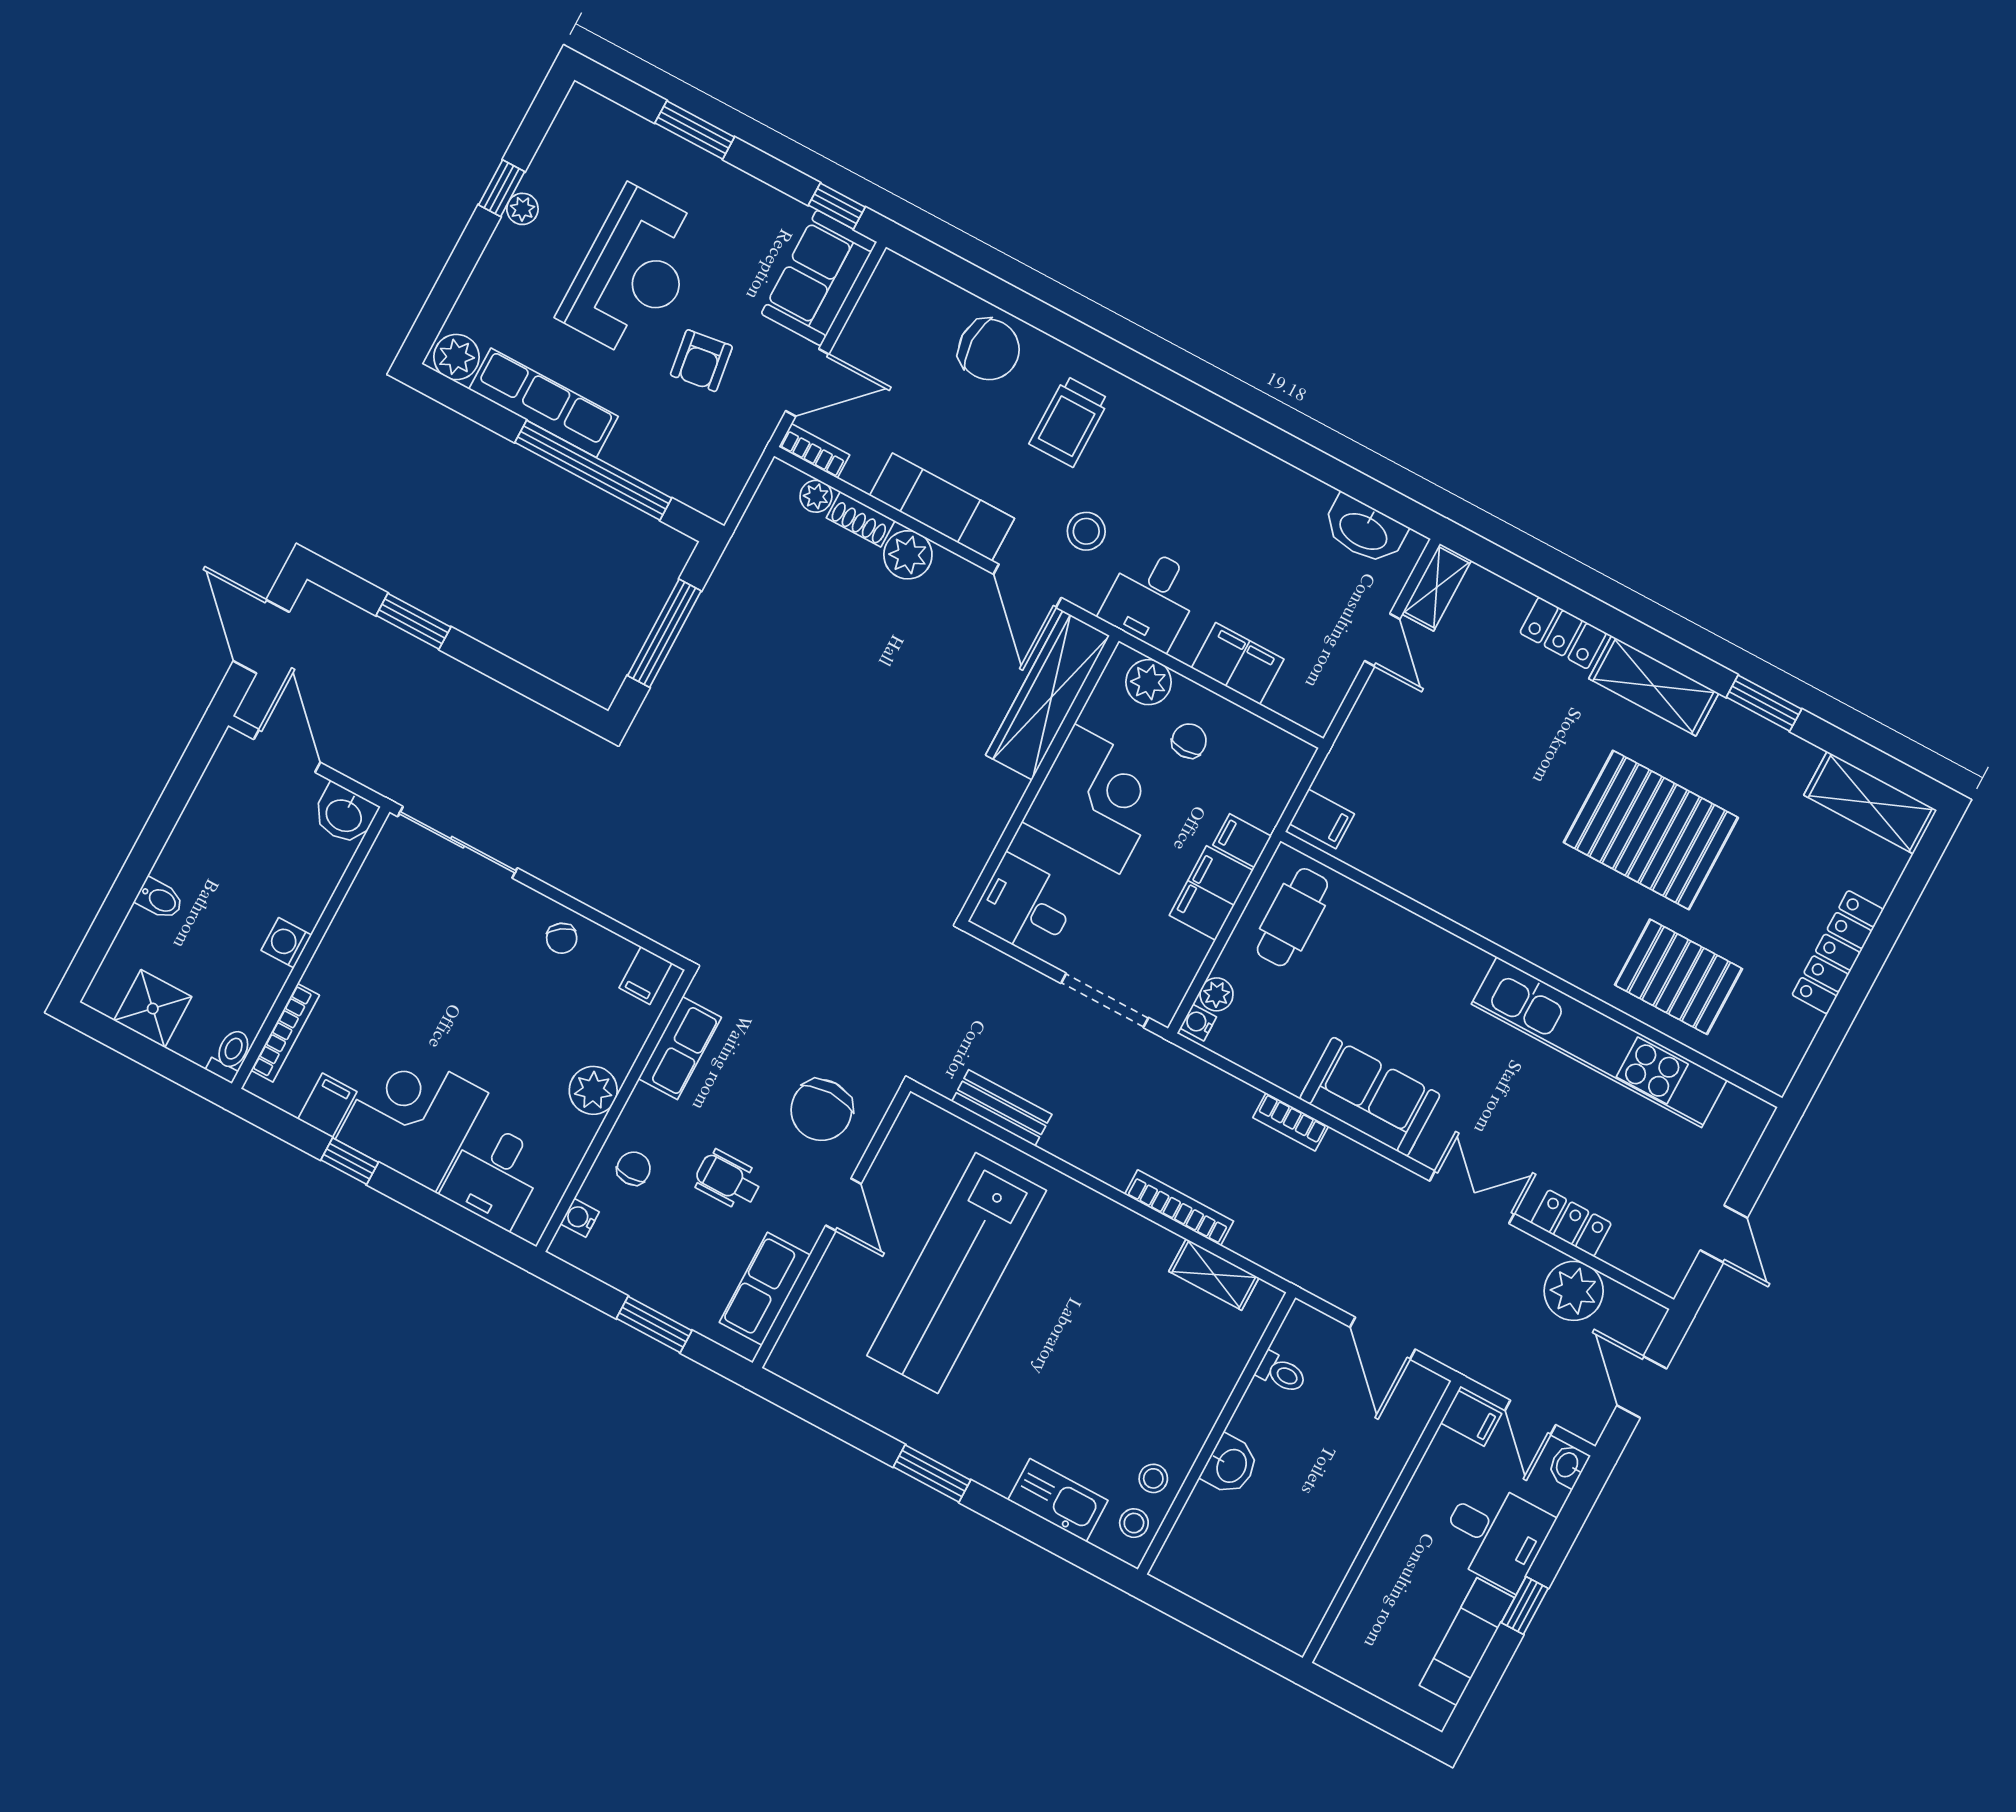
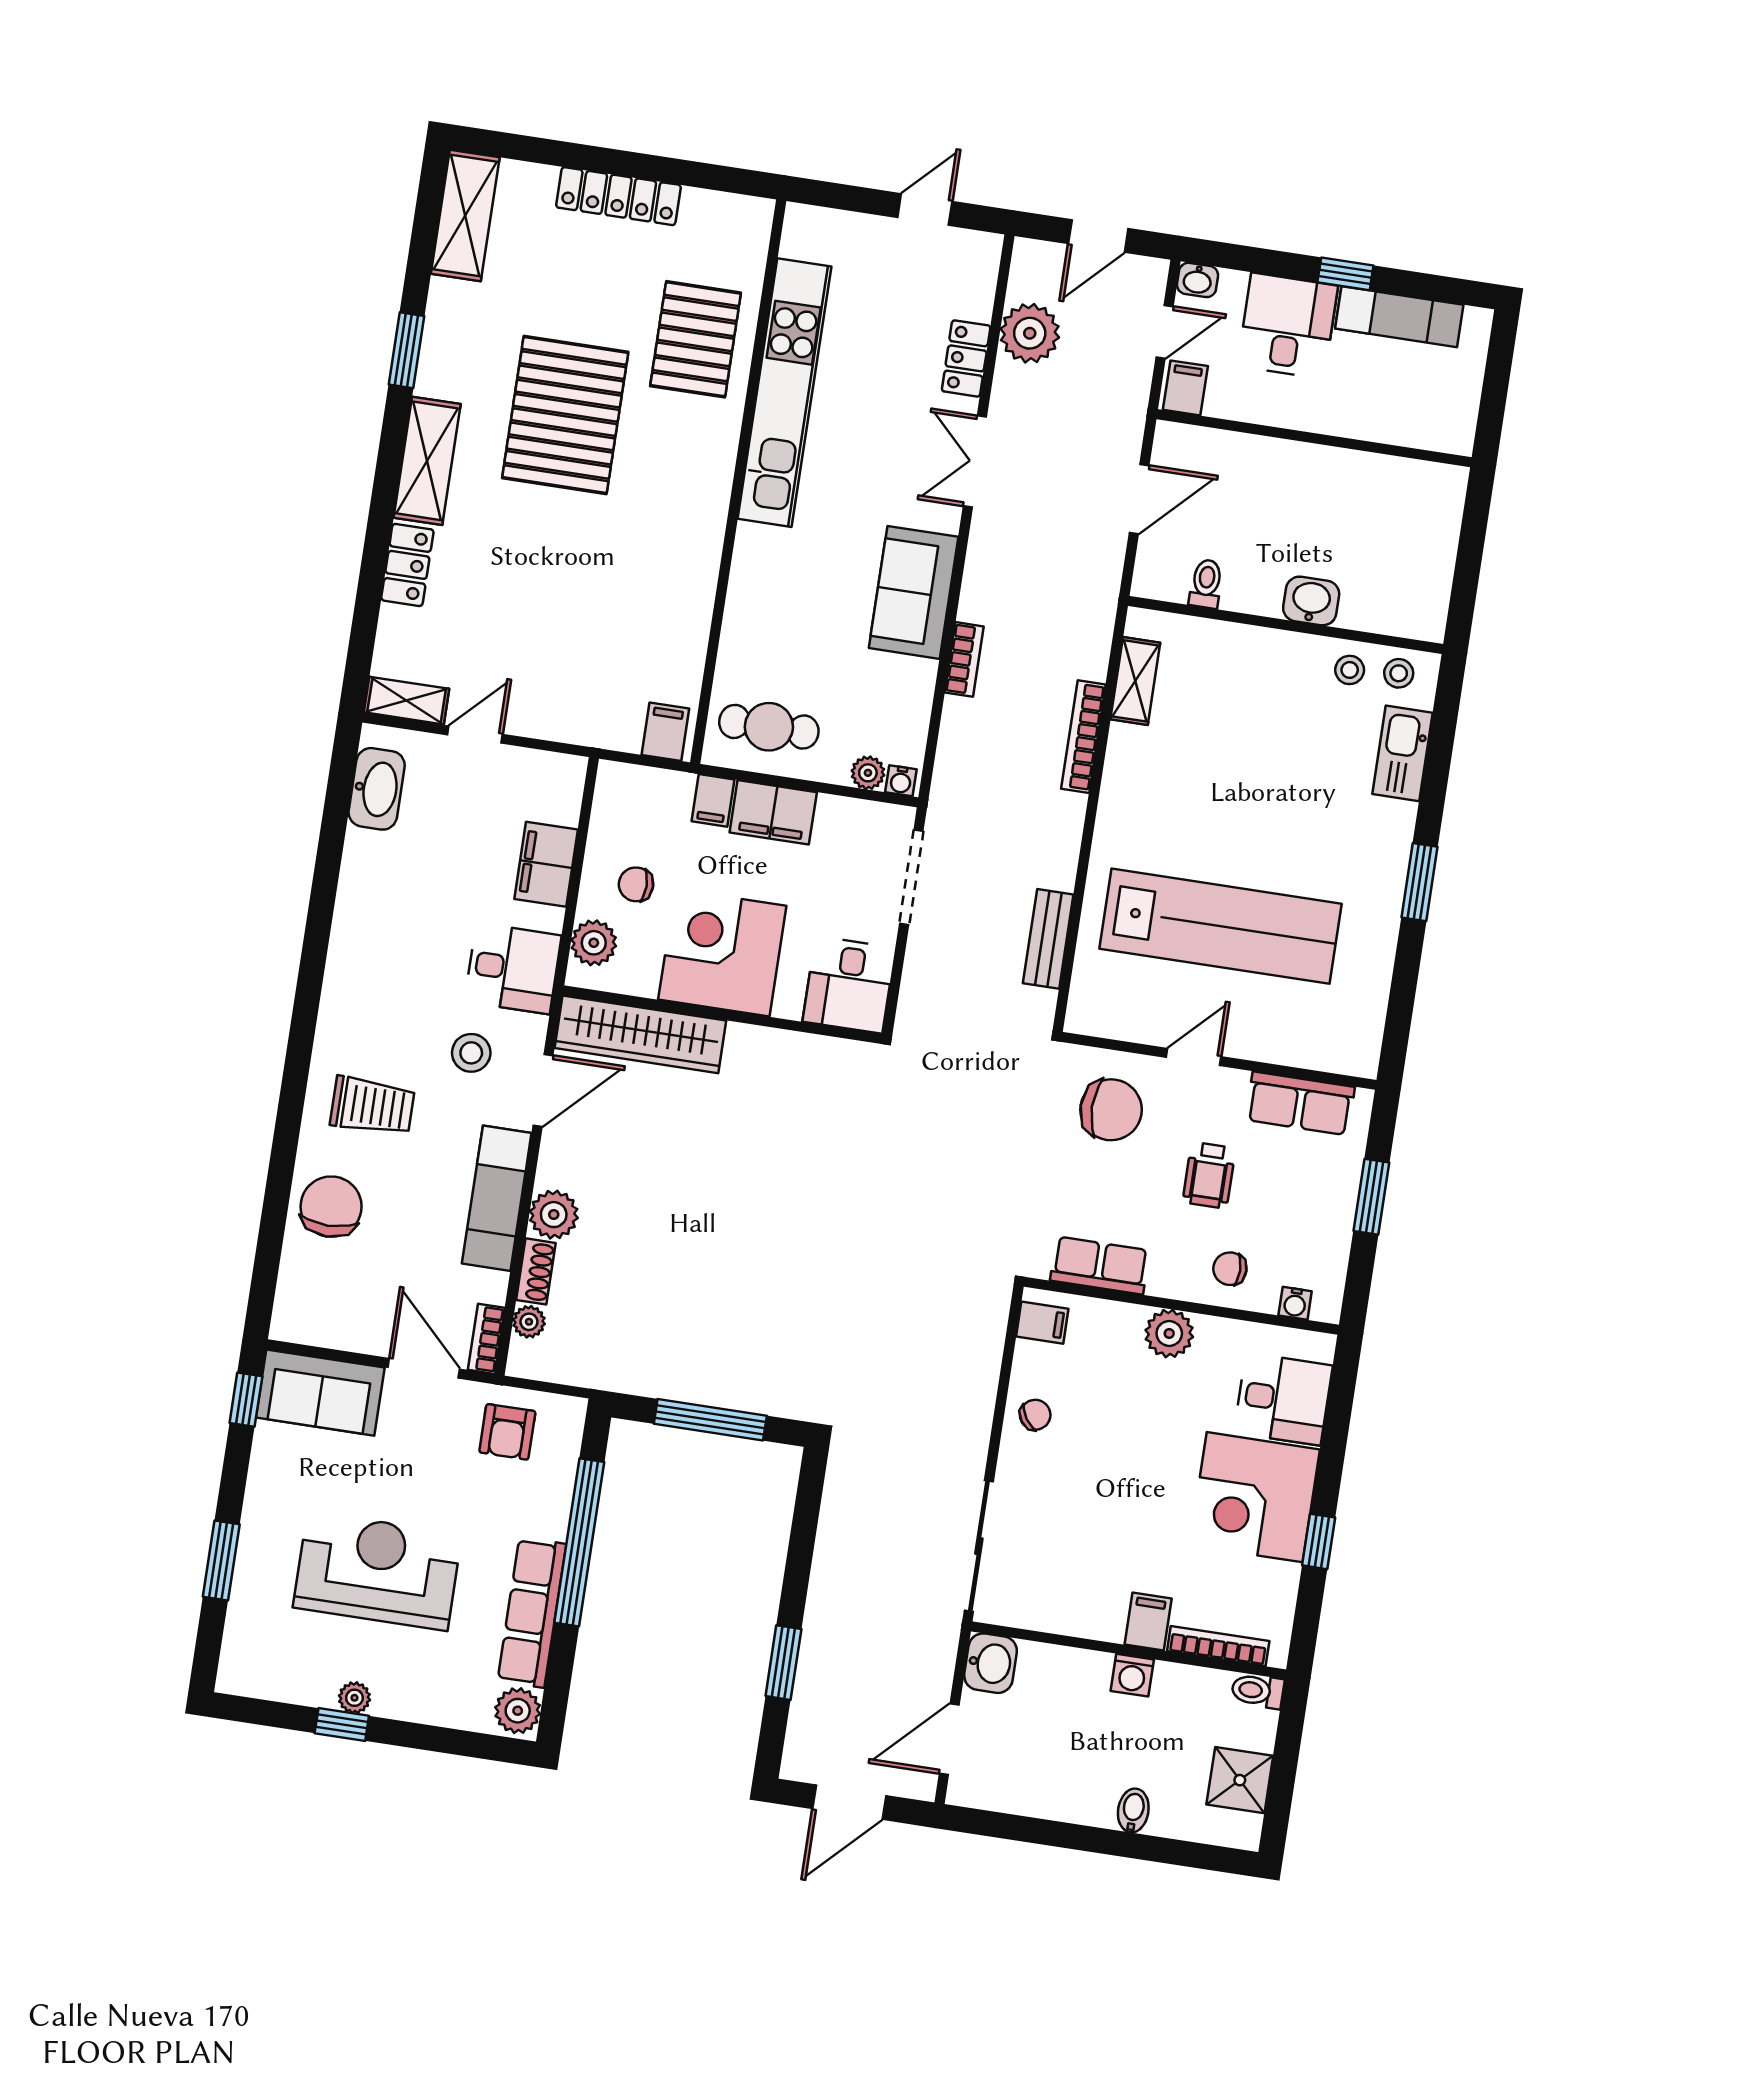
armchair: (701, 361) -> (507, 1432), moved, turned 98
filing cabinet: (327, 1105) -> (1148, 1621), moved, turned 90

